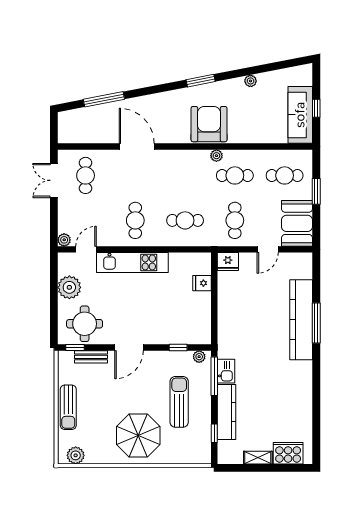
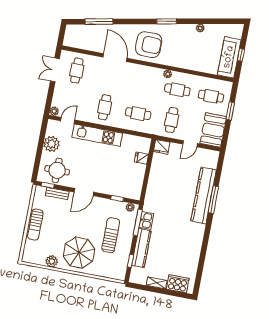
armchair: (209, 124) -> (149, 45), moved, turned 90
plant: (76, 455) -> (52, 261), moved

